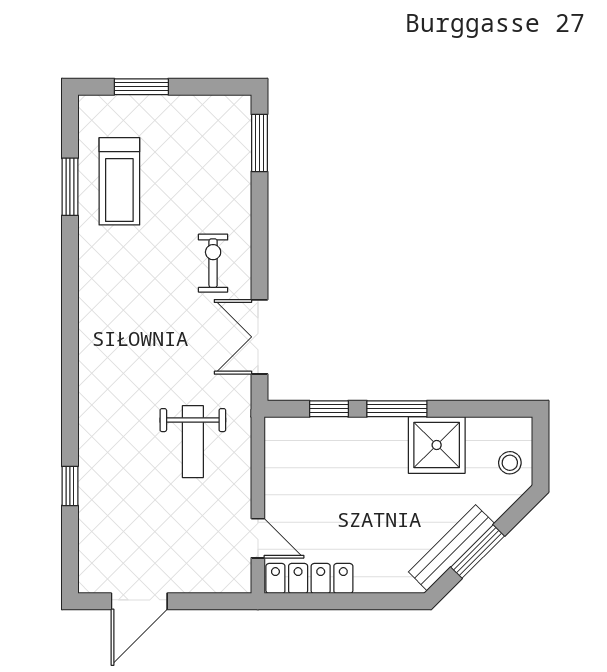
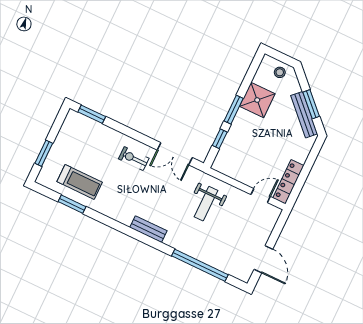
bench: (92, 355) -> (148, 229), added
weight bench: (193, 442) -> (206, 204), turned 90
window: (70, 486) -> (200, 265), width x3.17

